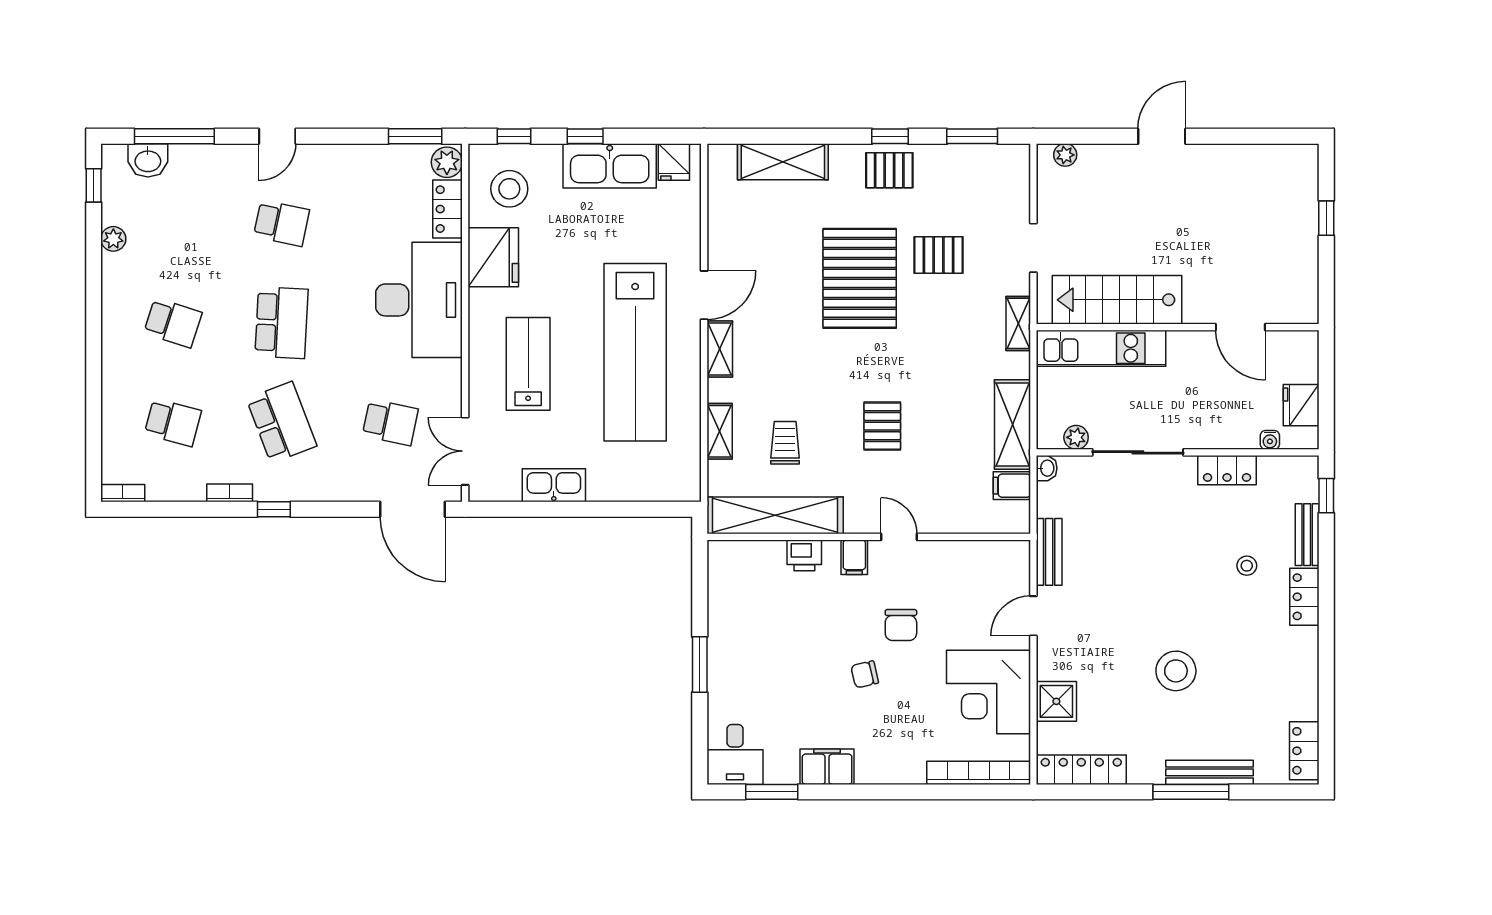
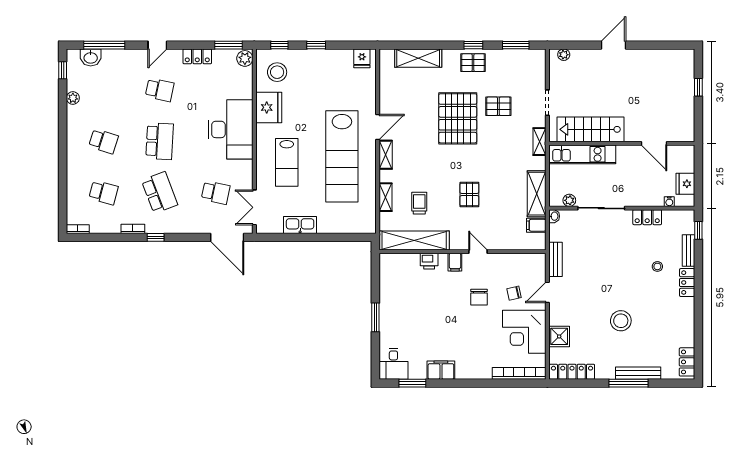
kitchen sink: (610, 166) -> (329, 60), removed
locker: (448, 209) -> (197, 56), moved, turned -90
lab bench: (528, 364) -> (287, 162), turned 180
chair: (865, 674) -> (514, 293), moved

